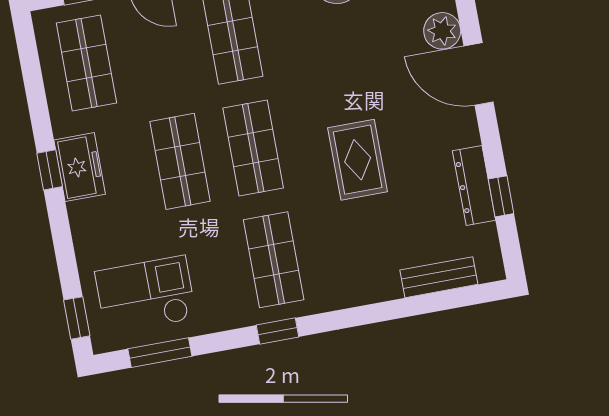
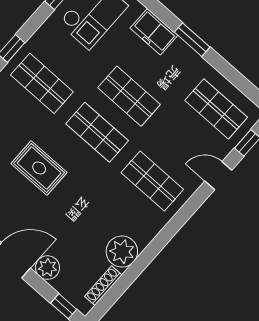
freezer: (80, 167) -> (154, 32), moved
window: (50, 170) -> (192, 40), width x1.50

